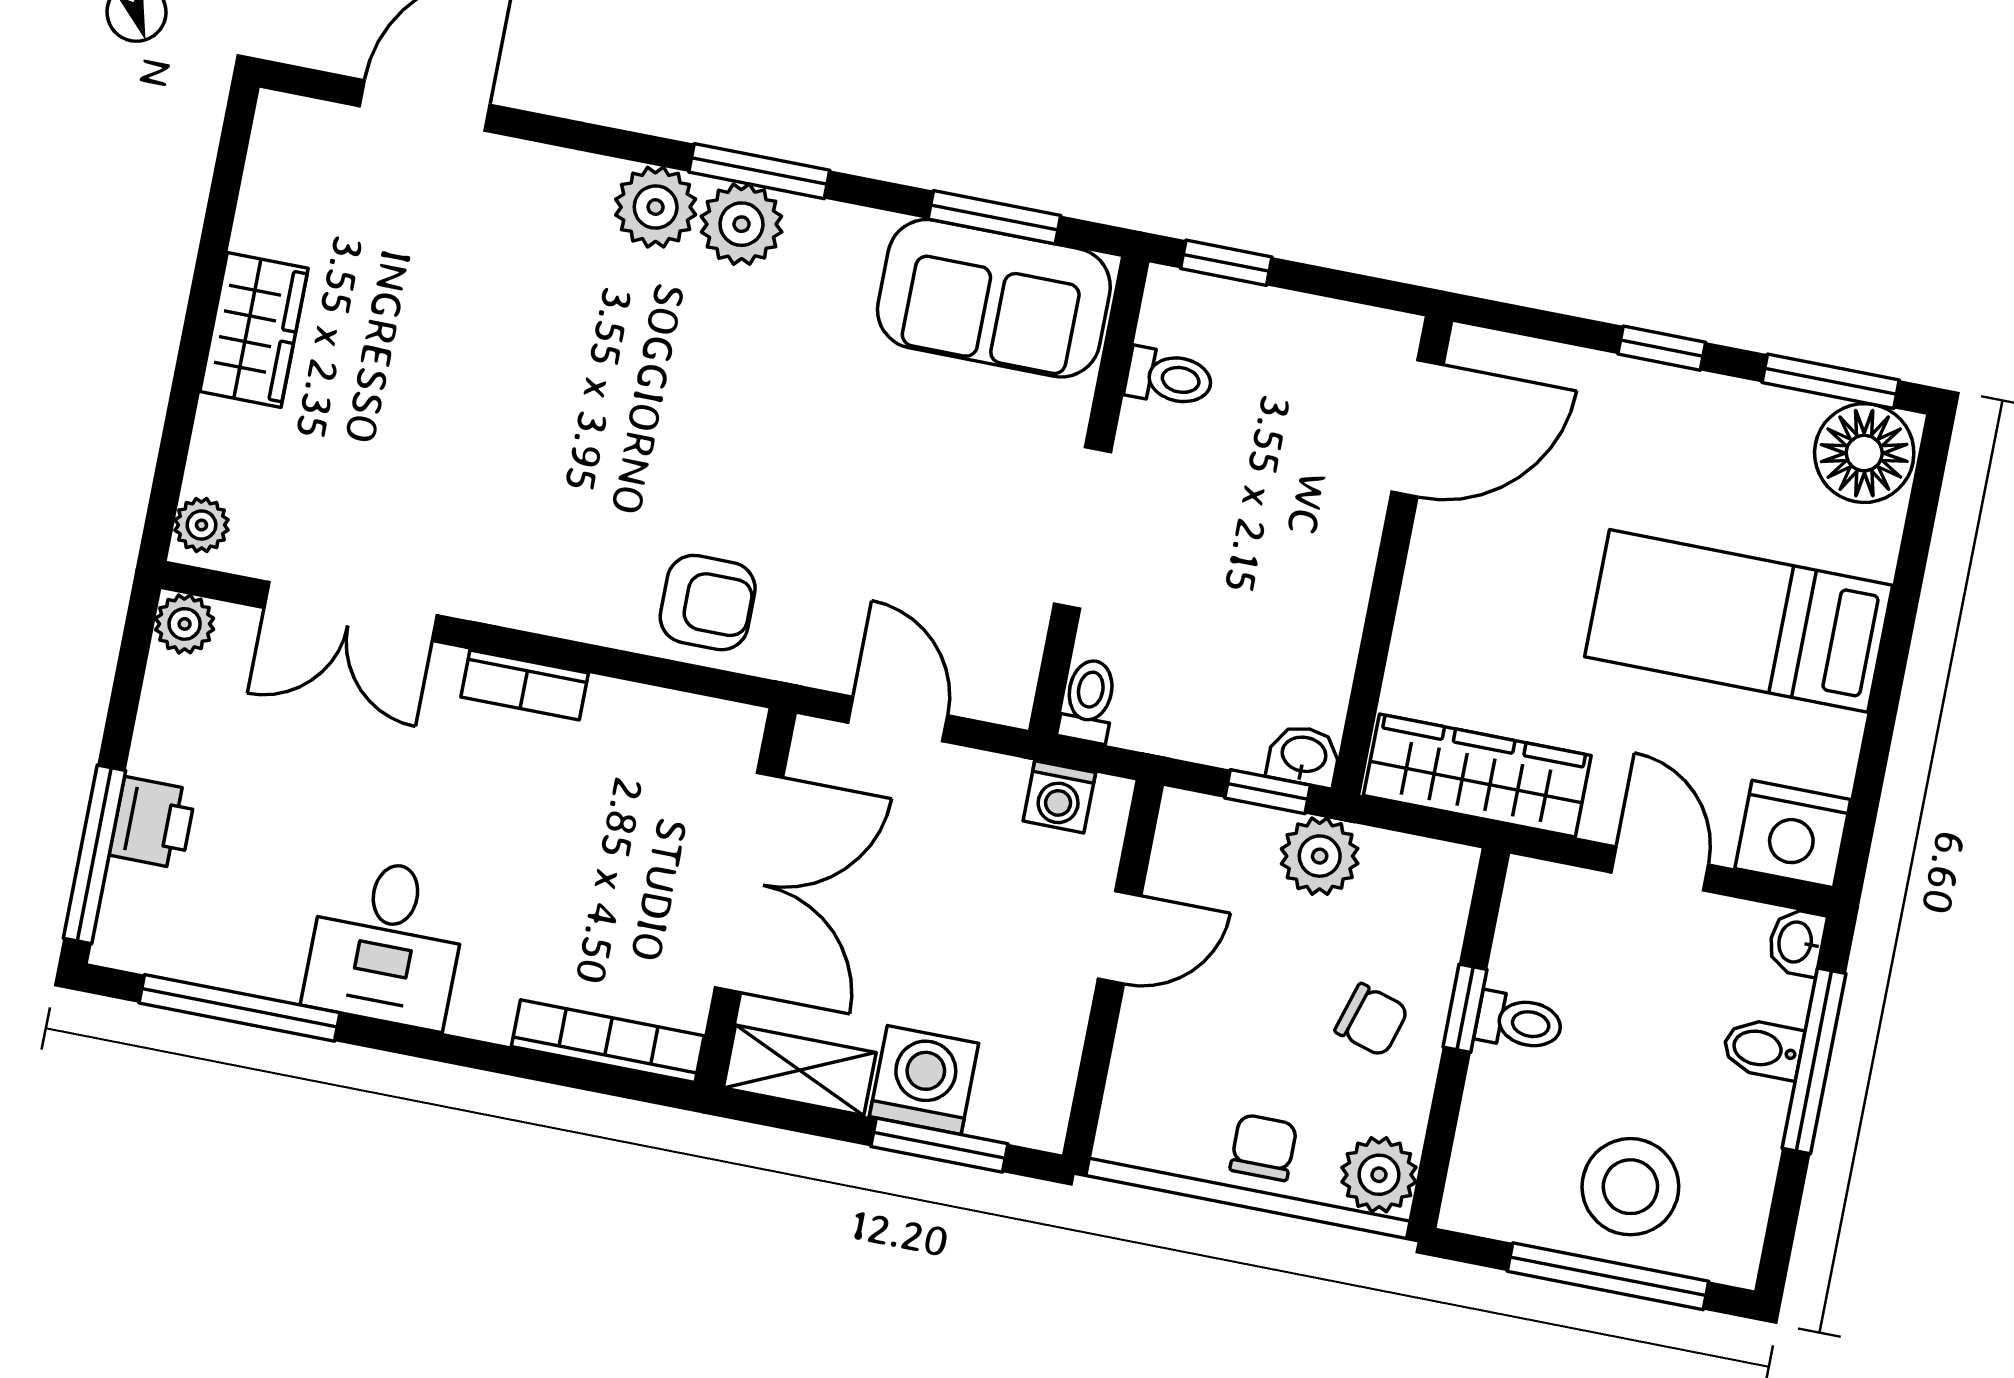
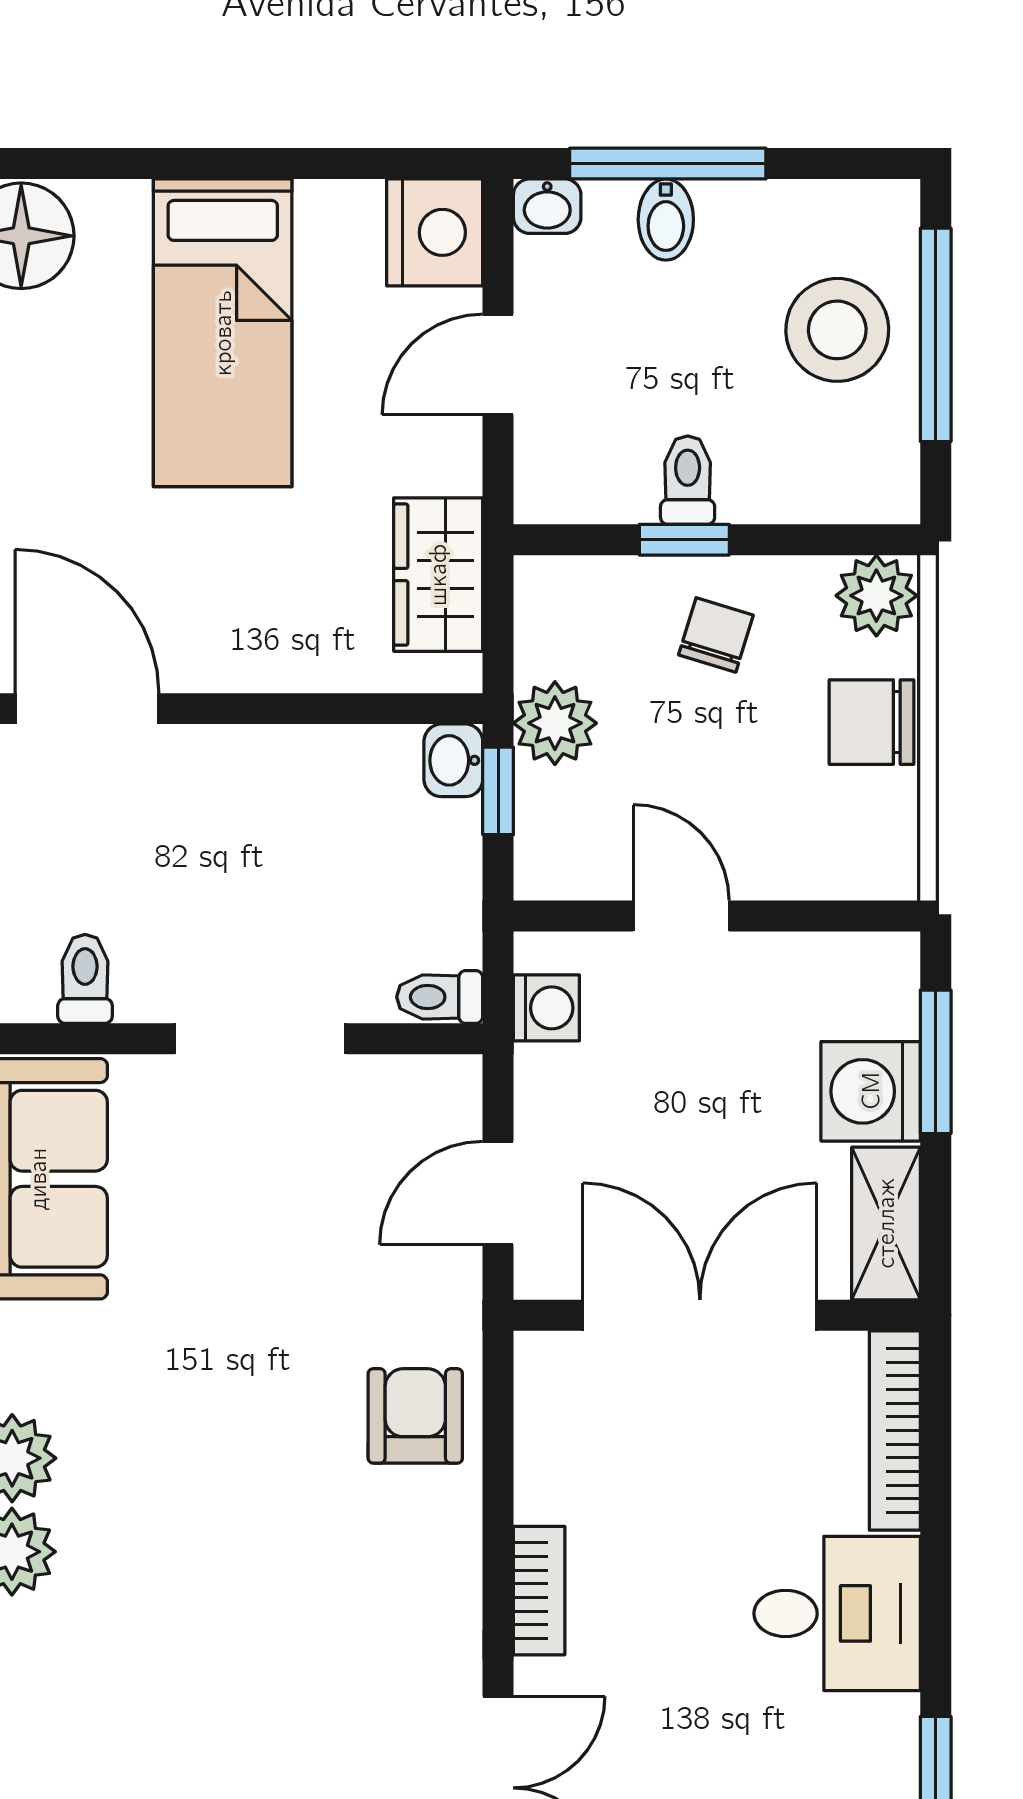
wardrobe: (1477, 776) -> (438, 575), width x0.67
desk: (386, 942) -> (837, 1613), moved
chair: (1264, 1147) -> (871, 722), width x1.37, depth x1.37

